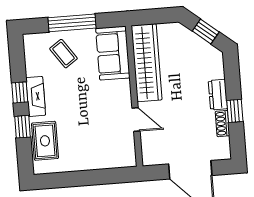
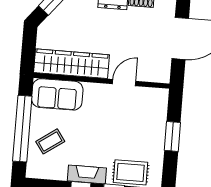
window: (72, 23) -> (22, 129), width x1.46
window: (89, 178) -> (172, 136), added

